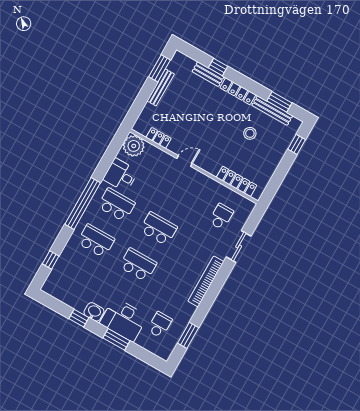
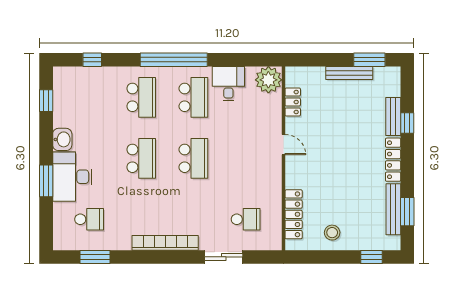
stool: (250, 133) -> (332, 233), moved
window: (79, 318) -> (46, 101), moved

